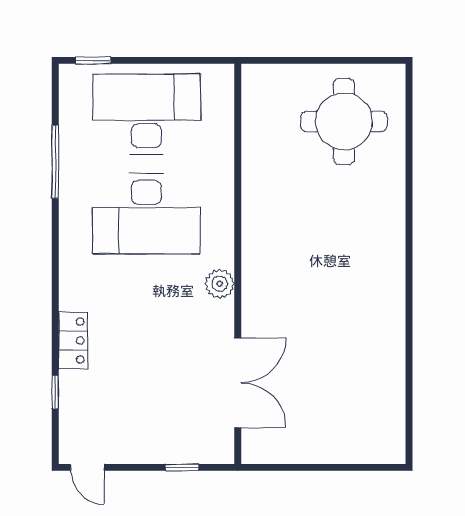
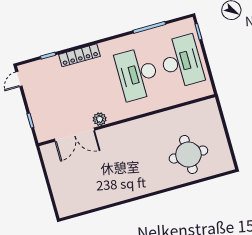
round table: (344, 122) -> (188, 155), moved
plant: (220, 284) -> (100, 119), moved
locker: (73, 341) -> (79, 55), width x1.53

